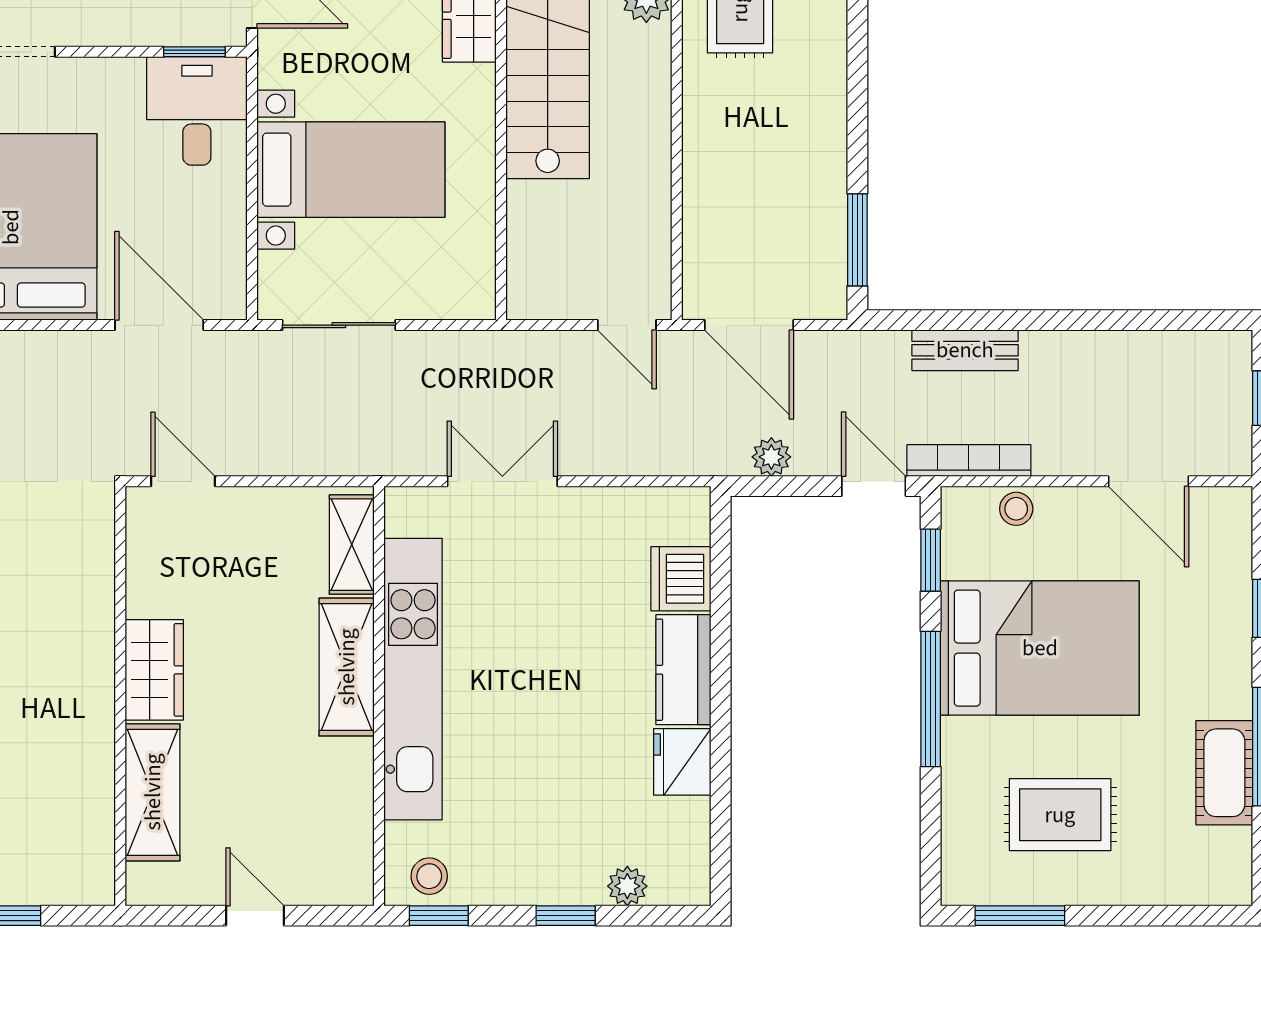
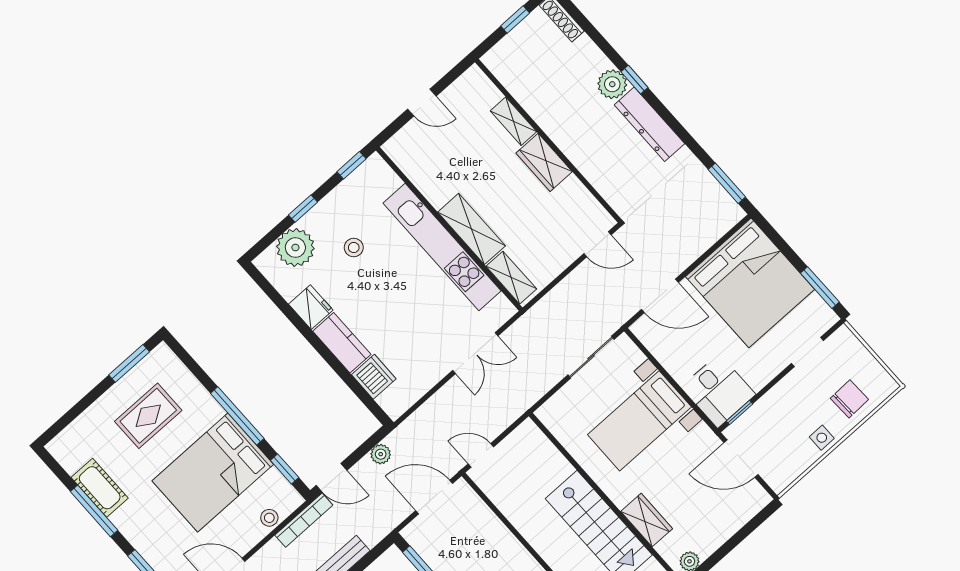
shelving: (153, 792) -> (513, 121), width x0.67, depth x0.75
stool: (429, 876) -> (354, 248), moved
plant: (627, 886) -> (295, 248), width x1.87, depth x1.87

